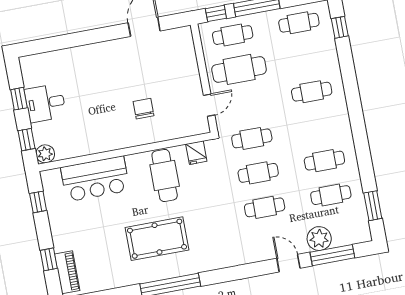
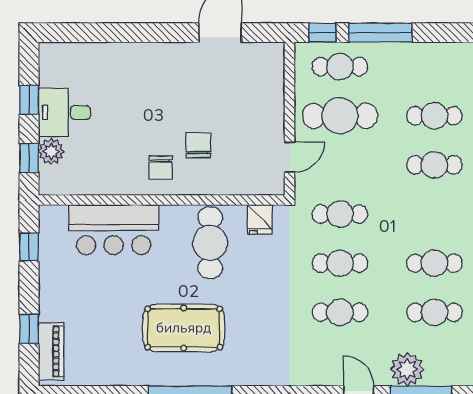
cafe table: (299, 23) -> (434, 116), moved
chair: (120, 129) -> (161, 168), added
plant: (45, 154) -> (51, 151), moved

